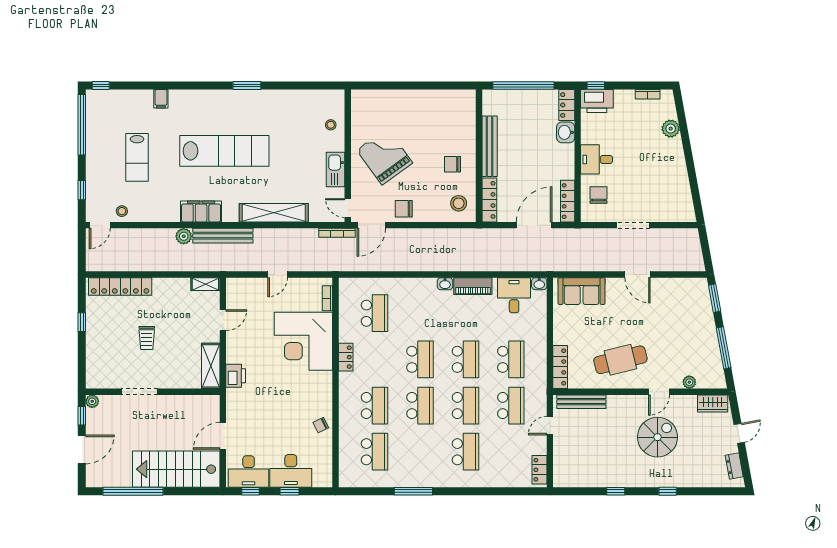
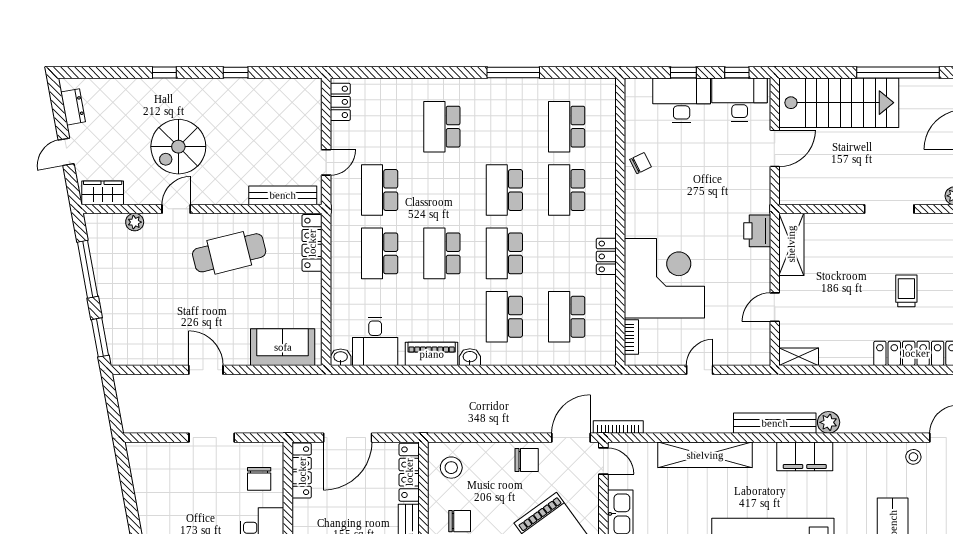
trolley: (147, 338) -> (906, 291), moved
school desk: (465, 406) -> (504, 317), moved

